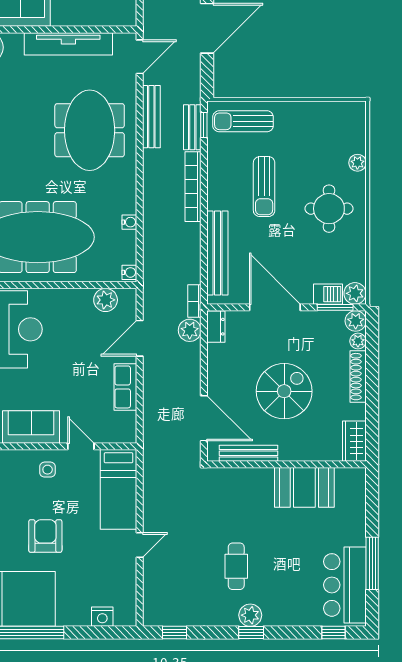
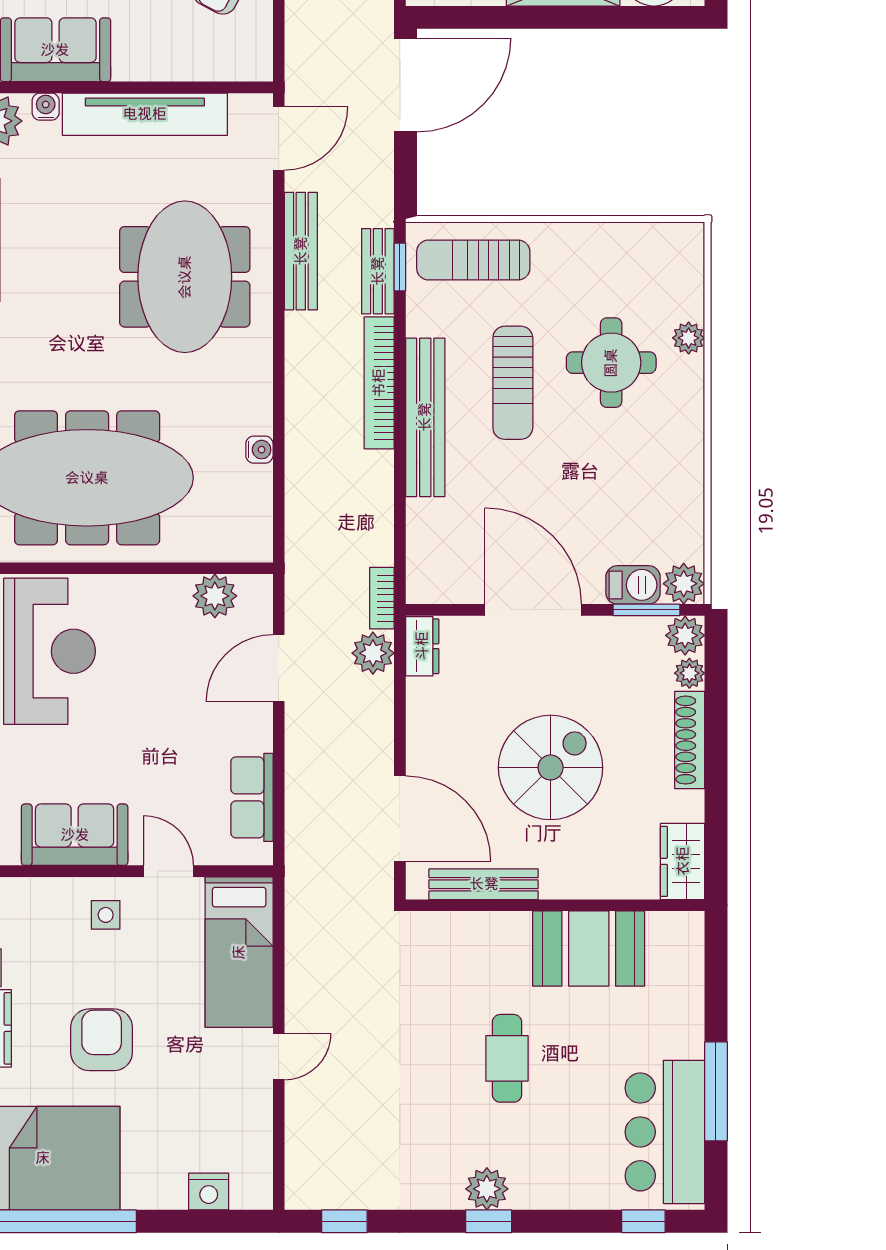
round table: (329, 209) -> (611, 363), moved
bench: (217, 253) -> (425, 417), moved
water cooler: (129, 272) -> (46, 107), moved, turned -90
row of seats: (125, 387) -> (252, 797), moved
cafe table: (236, 566) -> (507, 1058), moved

